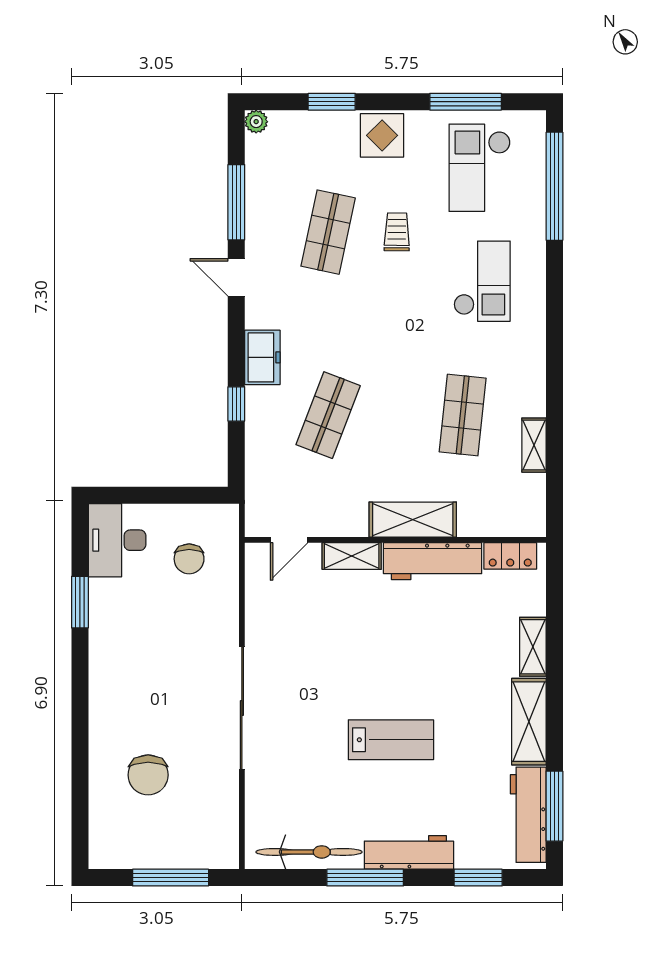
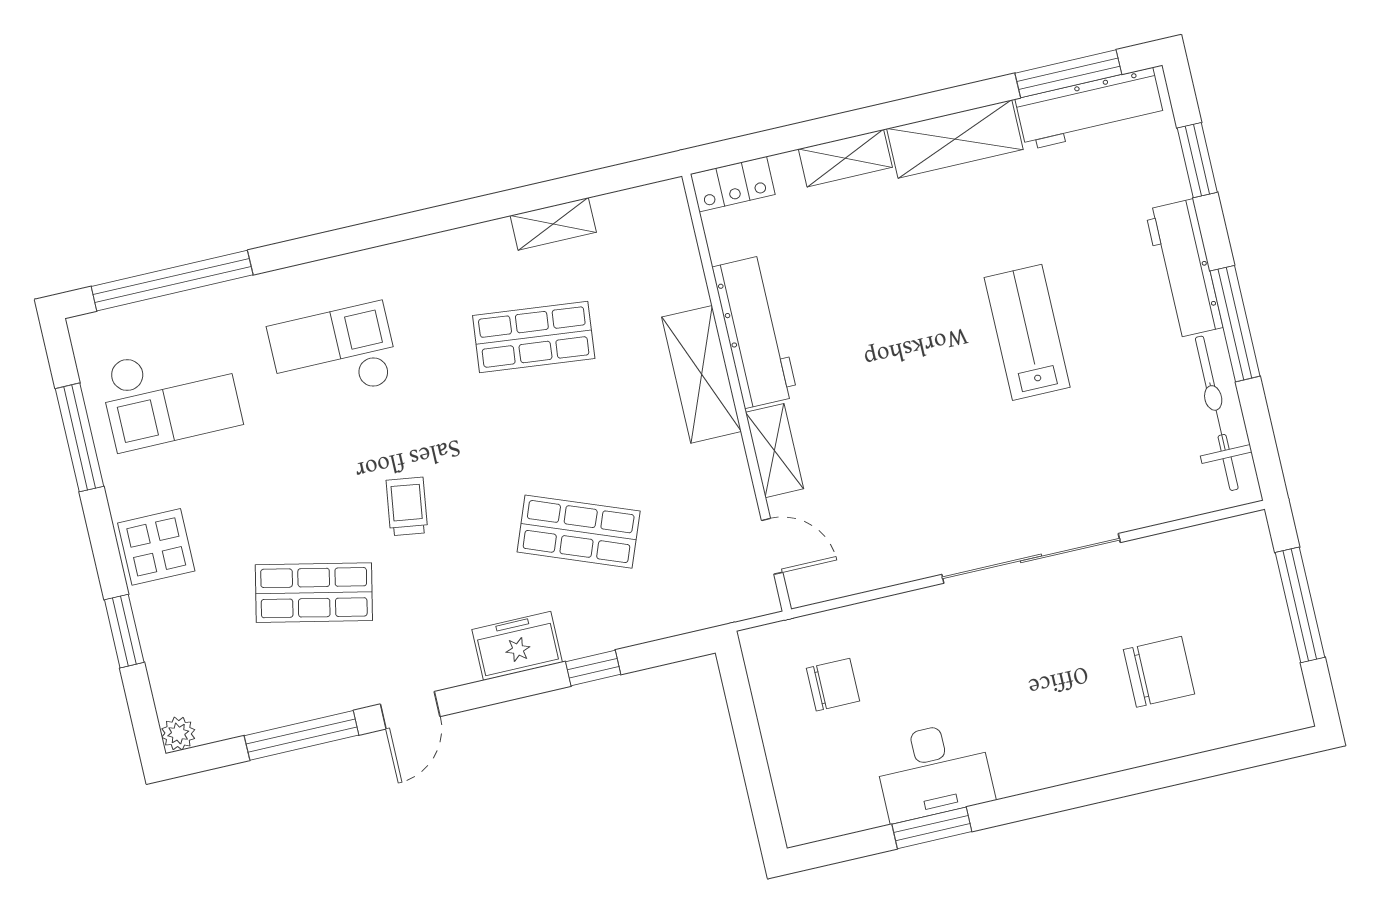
trolley: (397, 232) -> (407, 506), moved, turned 97
desk: (117, 540) -> (934, 771), moved
locker: (510, 556) -> (733, 184), moved, turned 90

